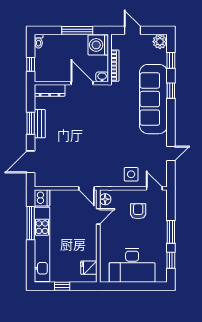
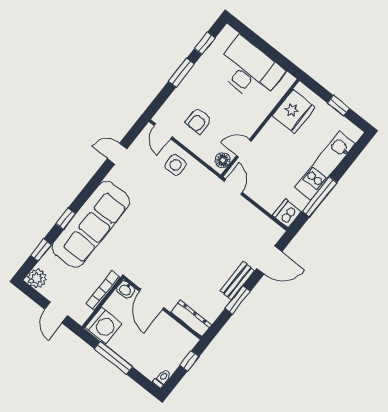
bench: (40, 124) -> (237, 281), moved
kitchen unit: (42, 244) -> (325, 165), width x0.73
fridge: (89, 268) -> (294, 111), width x1.88, depth x1.34

